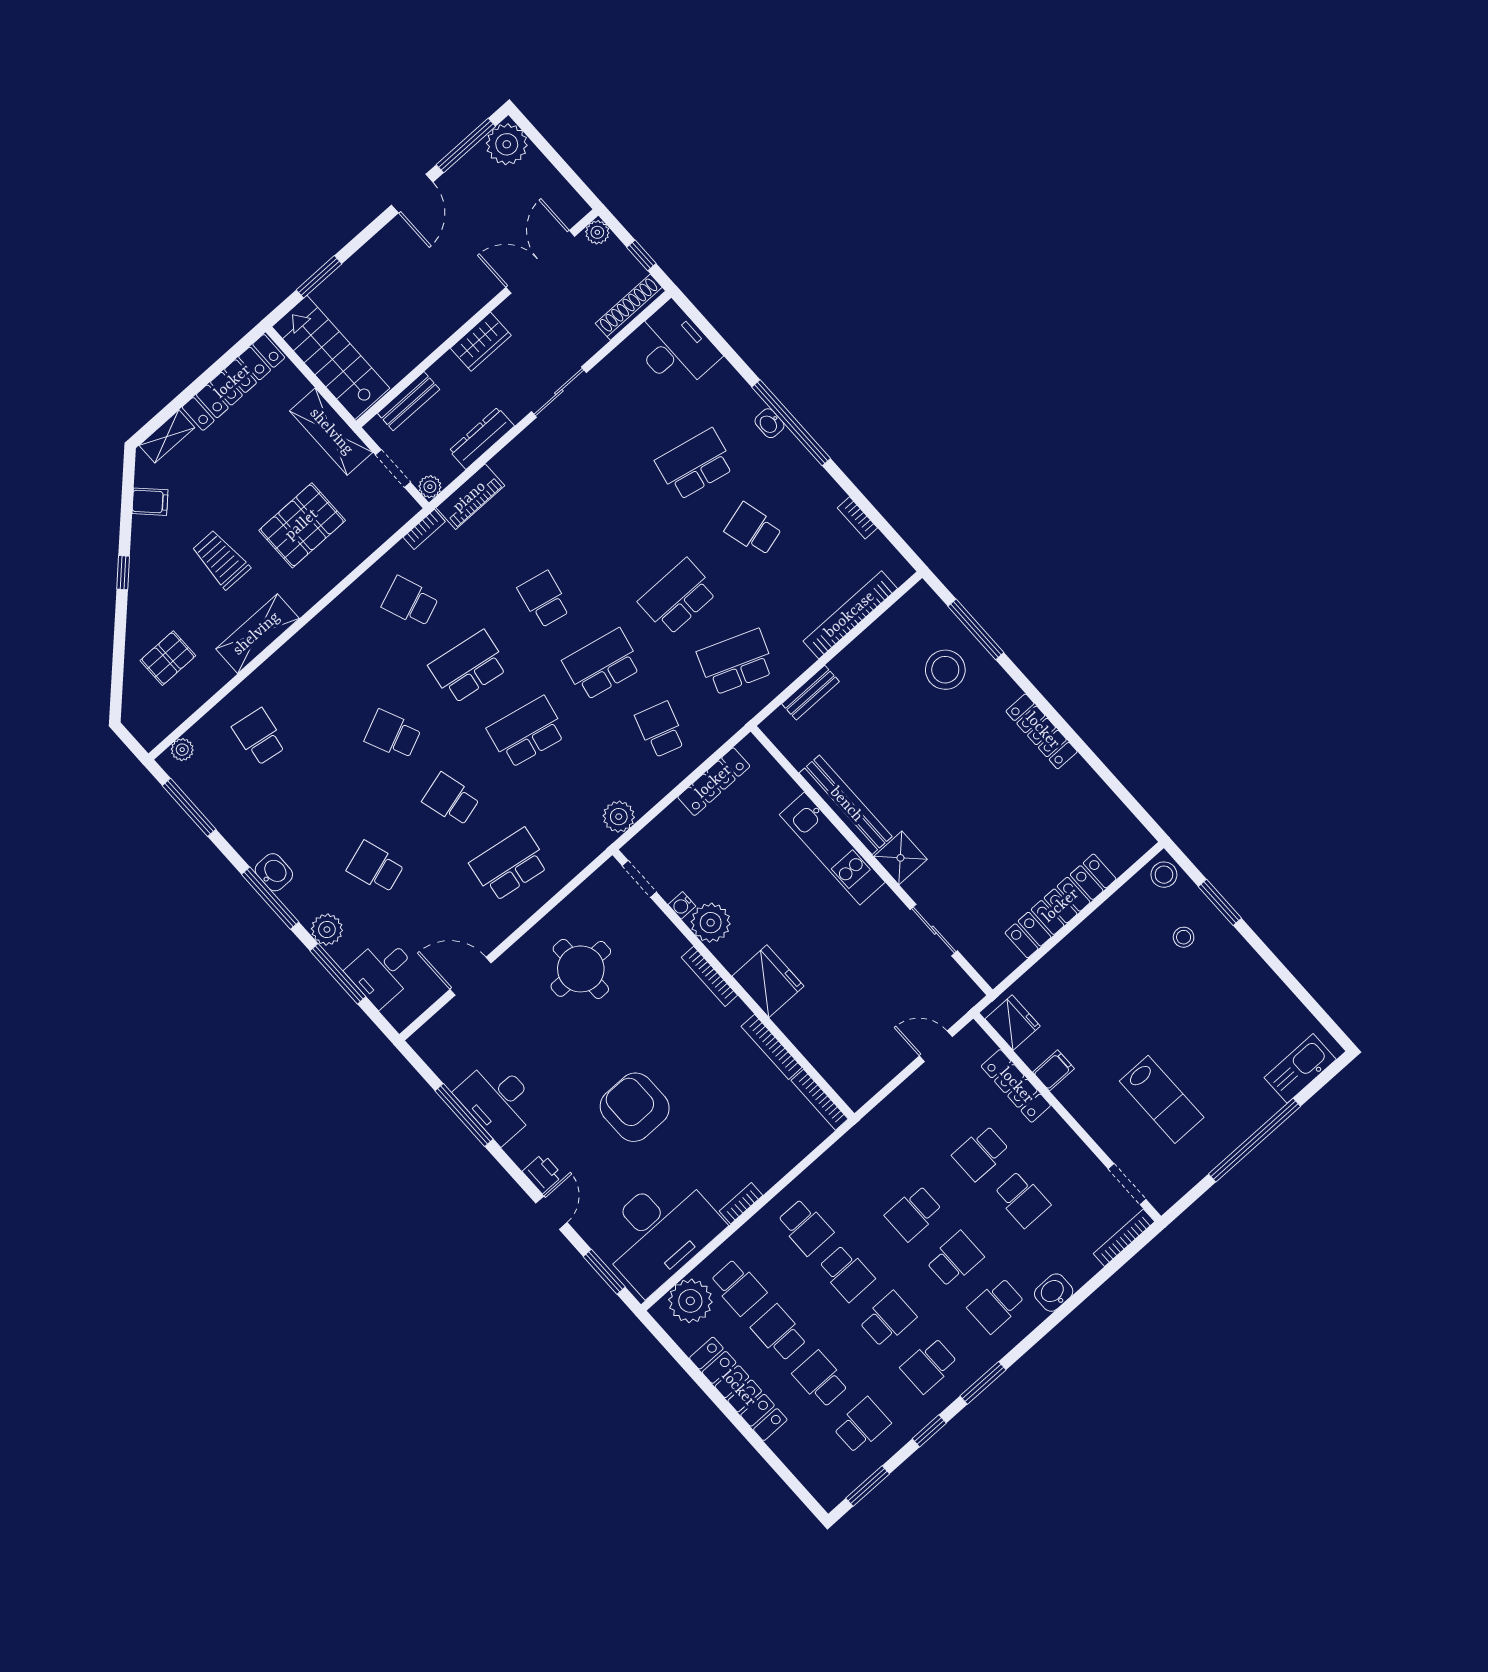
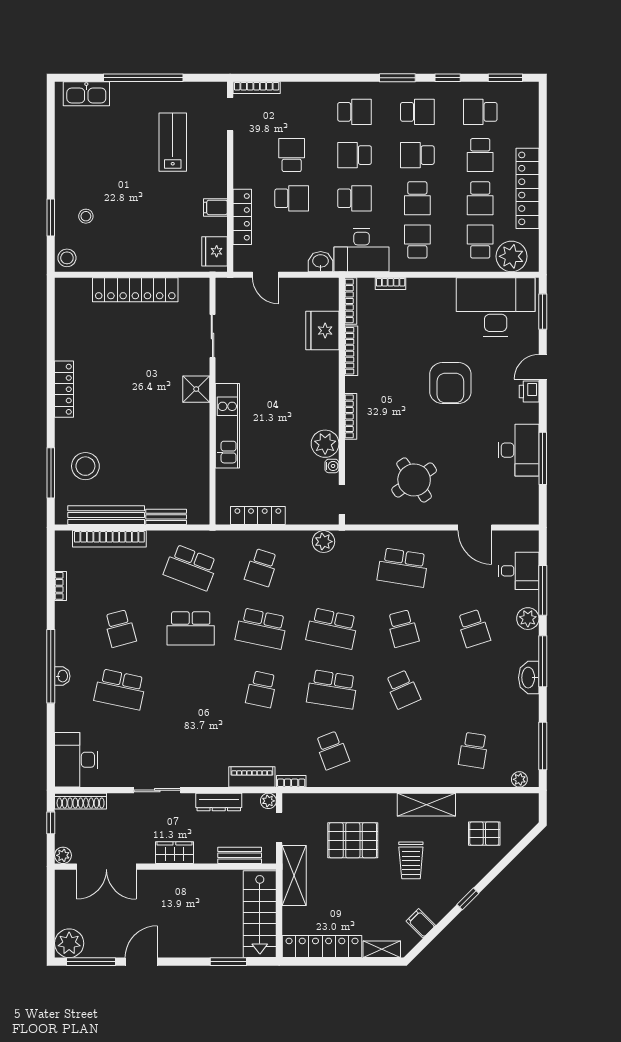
bench: (846, 805) -> (106, 515), moved, turned 90
washbasin: (274, 872) -> (529, 678), width x1.38
round table: (581, 969) -> (414, 480), turned -34
fridge: (768, 981) -> (322, 331), moved
desk: (857, 1164) -> (362, 250), added
bookcase: (741, 1203) -> (391, 284), moved
school desk: (846, 1273) -> (417, 198), turned 180
washbasin: (1054, 1293) -> (321, 262), moved, turned 180

